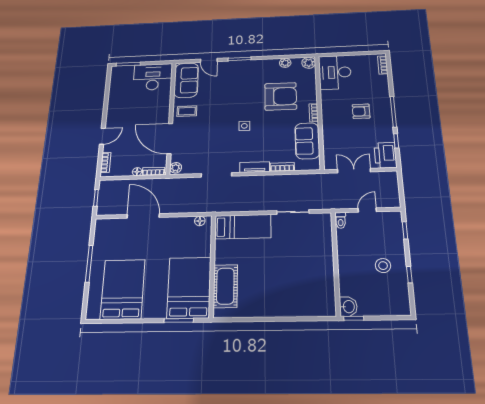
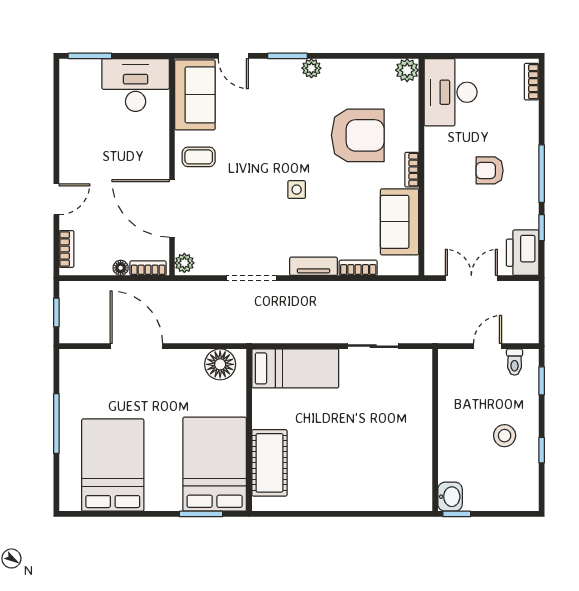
plant: (285, 63) -> (311, 68), moved
toilet: (341, 220) -> (515, 362), moved
floor lamp: (200, 221) -> (220, 364), width x1.89, depth x1.89

